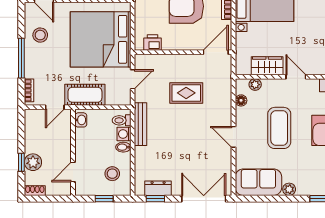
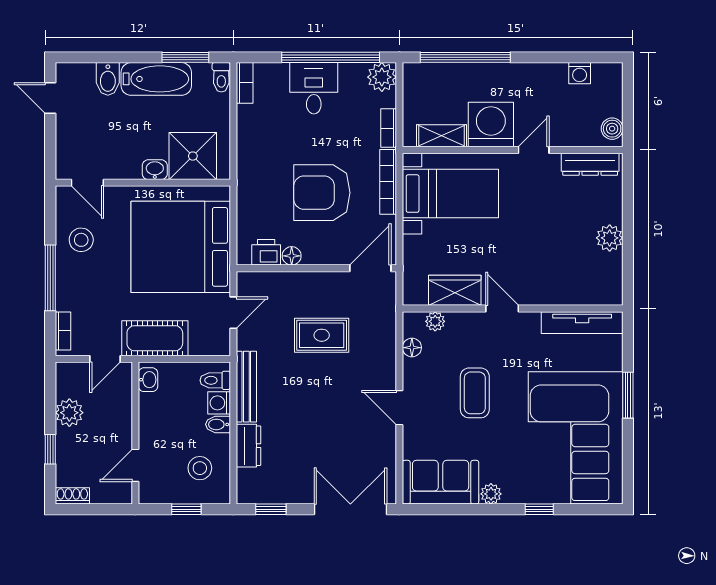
floor lamp: (168, 45) -> (292, 256), added
coffee table: (279, 128) -> (475, 393), width x0.73, depth x0.76
plant: (33, 162) -> (69, 413), moved
dresser: (158, 188) -> (249, 446), moved, turned 90

